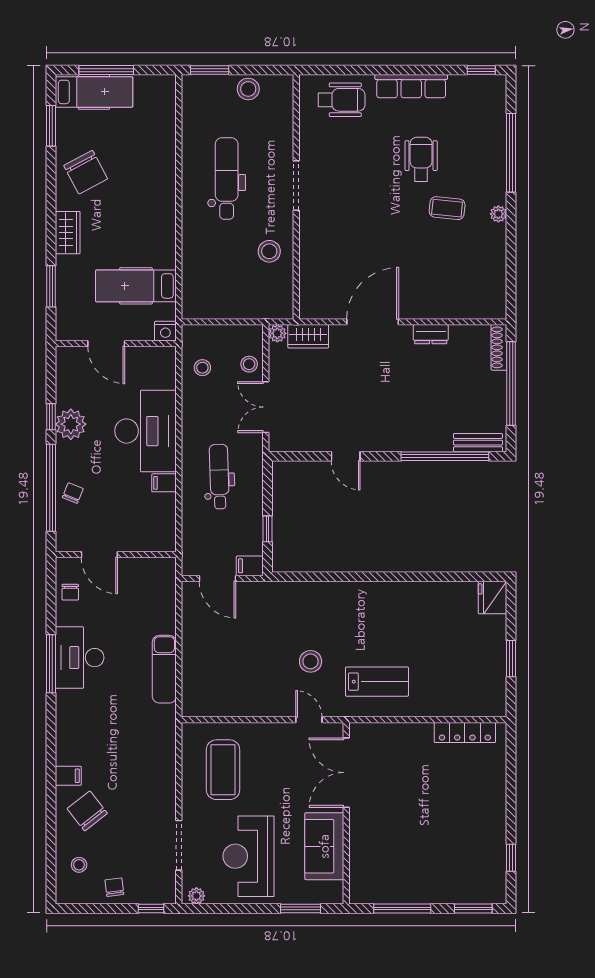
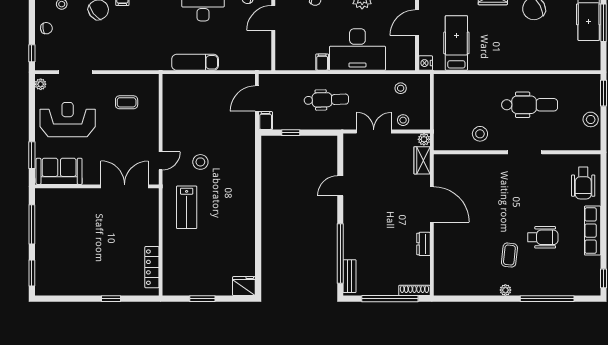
coffee table: (223, 770) -> (127, 102), width x0.54, depth x0.58
sofa: (324, 846) -> (59, 171), moved
window: (511, 858) -> (111, 299), moved

